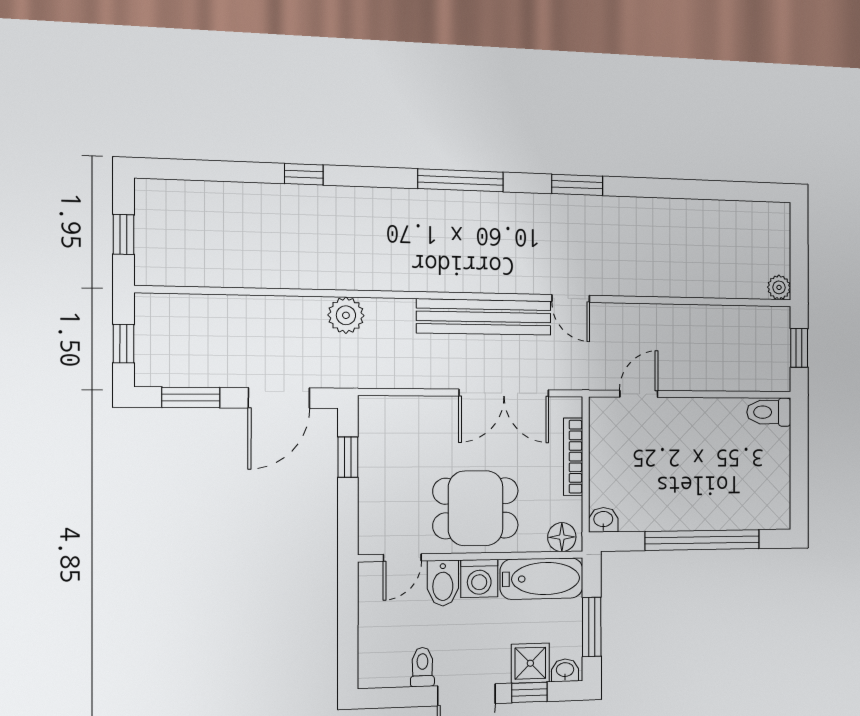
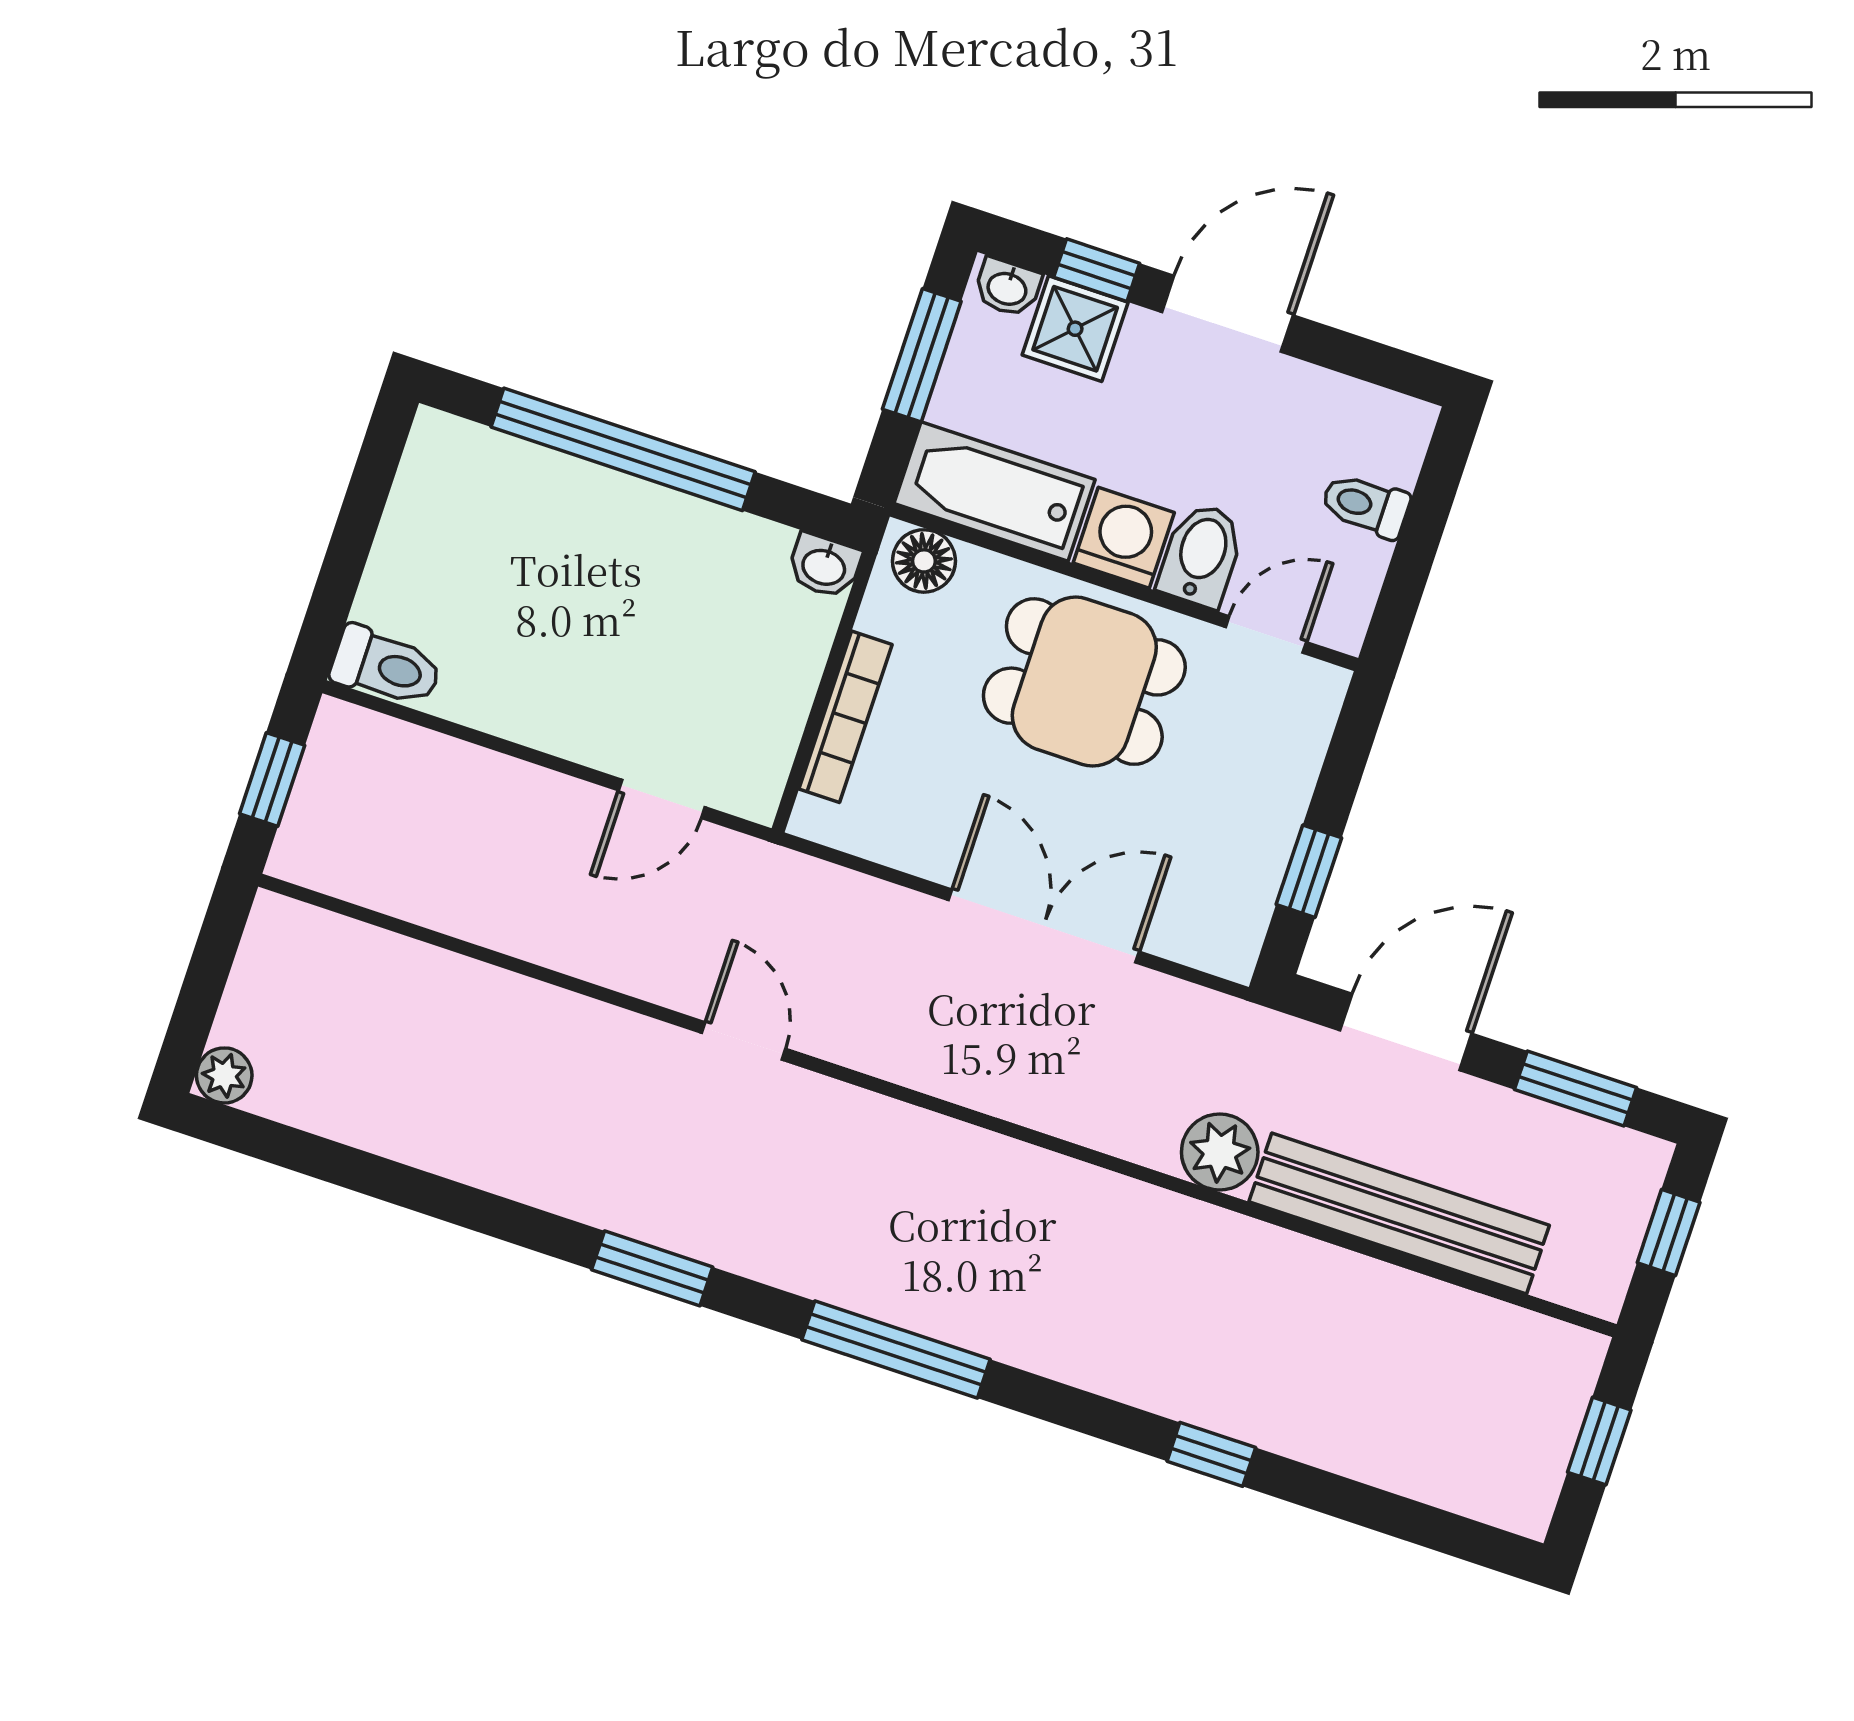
plant: (779, 287) -> (224, 1075), moved
bench: (484, 317) -> (1399, 1214), moved
double door: (504, 393) -> (1044, 926), moved
toilet: (422, 667) -> (1365, 505), moved, turned 90

